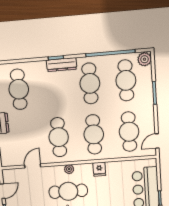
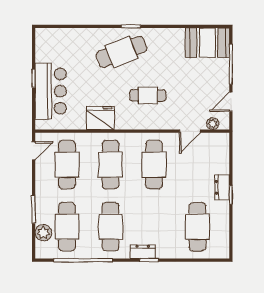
plant: (145, 59) -> (43, 233), moved
dresser: (62, 65) -> (143, 252), width x0.70
plant: (69, 169) -> (213, 124), moved
fridge: (99, 169) -> (100, 118), width x1.88, depth x1.34
cafe table: (68, 191) -> (148, 95), width x0.73, depth x0.74

